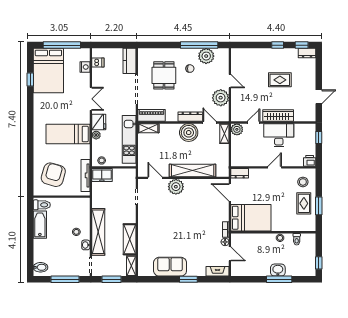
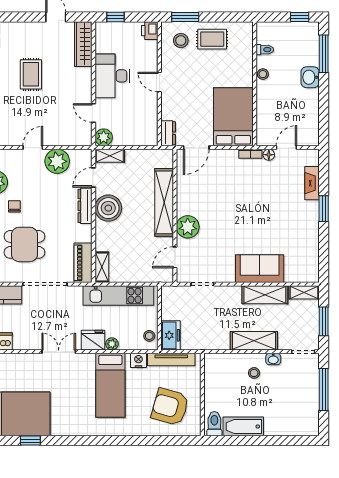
nightstand: (85, 67) -> (138, 360), moved
wardrobe: (278, 115) -> (83, 44), moved
window: (319, 206) -> (185, 17), moved
shelving: (98, 232) -> (254, 341), width x0.68
bidet: (41, 267) -> (306, 426), removed
sofa: (170, 267) -> (260, 269), moved, turned 90
fireplace: (218, 271) -> (312, 183), moved
window: (279, 279) -> (324, 54), moved

